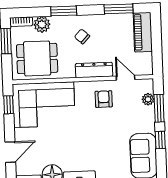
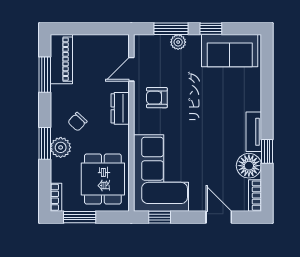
plant: (42, 25) -> (61, 147), moved
piano: (143, 32) -> (61, 59), moved, turned -90
dresser: (94, 70) -> (120, 108), width x0.70
plant: (148, 99) -> (178, 42), moved

